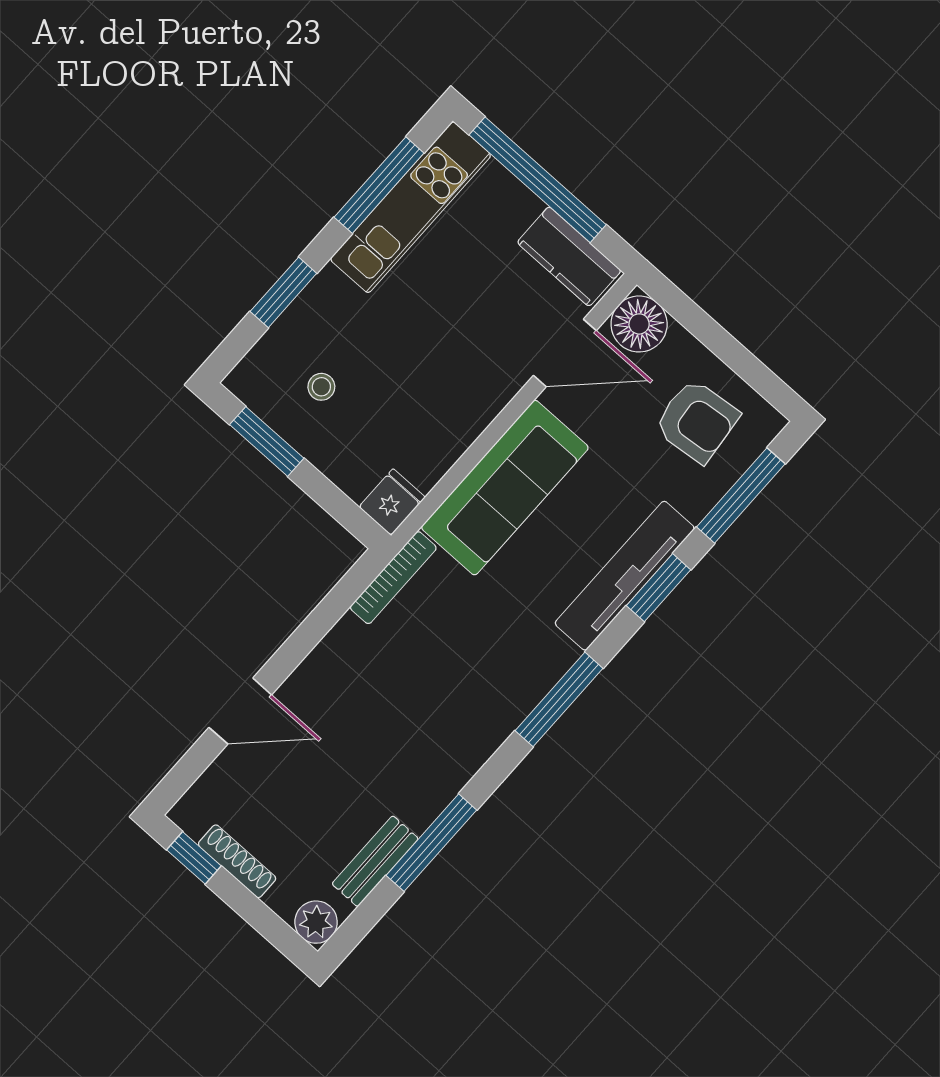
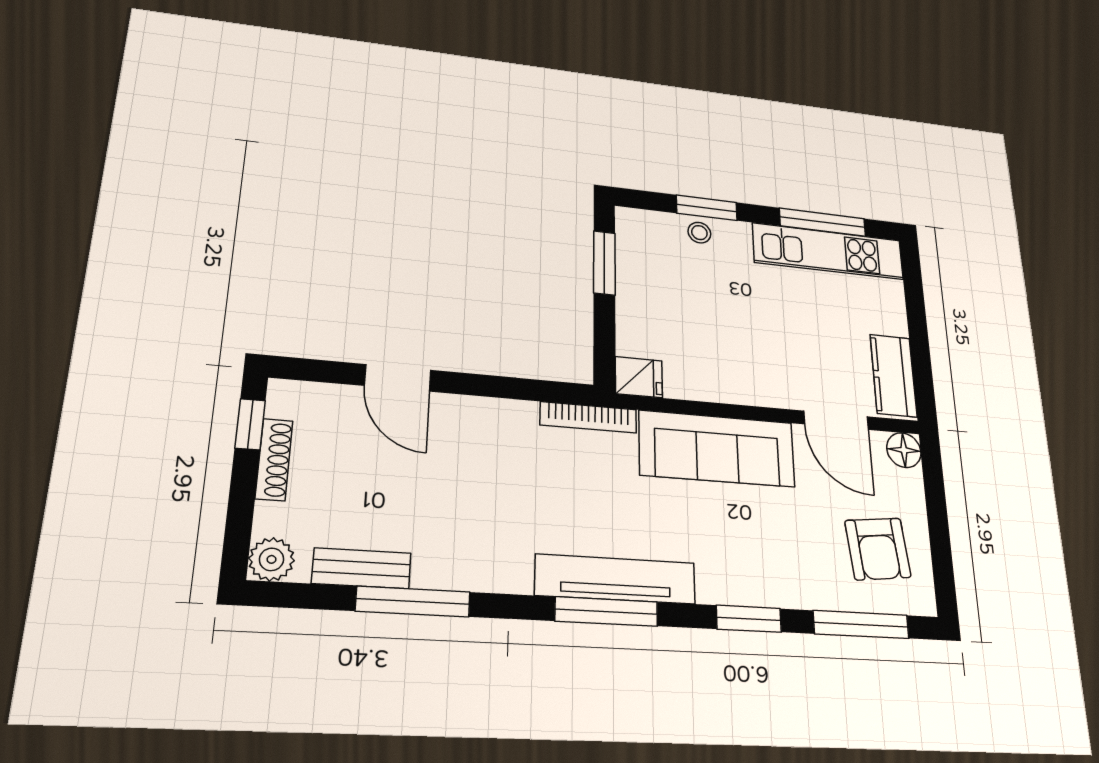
window: (538, 180) -> (917, 319), removed
floor lamp: (639, 324) -> (904, 450), width x0.73, depth x0.73
stool: (321, 387) -> (699, 233), moved
tv unit: (625, 576) -> (616, 579), moved

